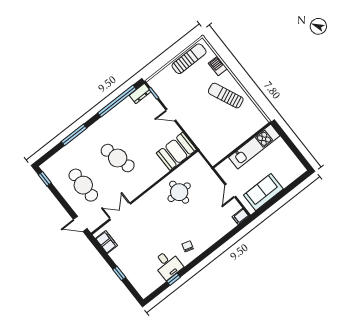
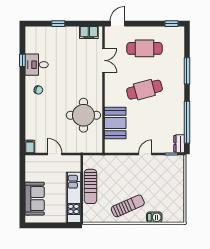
sun lounger: (189, 59) -> (90, 186), moved
booth: (176, 151) -> (115, 123), moved
round table: (179, 192) -> (83, 115), width x1.36, depth x1.36
sofa: (263, 192) -> (35, 199), moved

